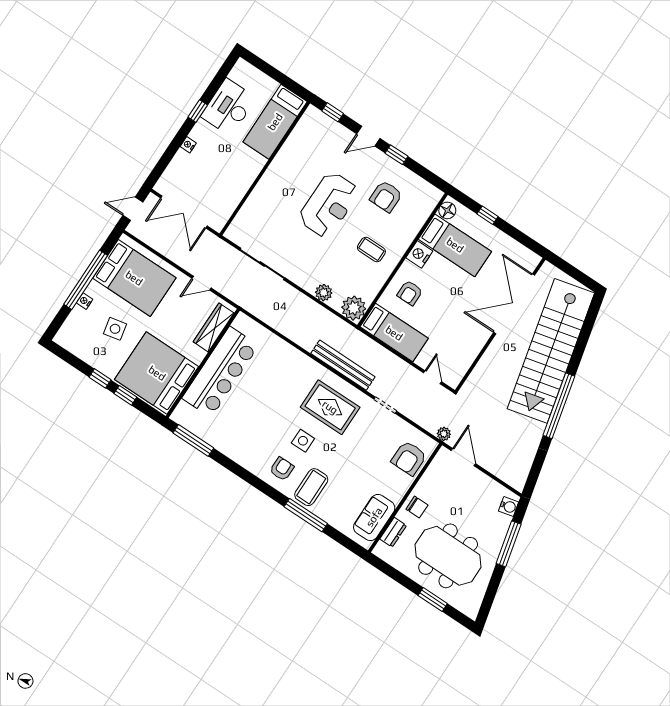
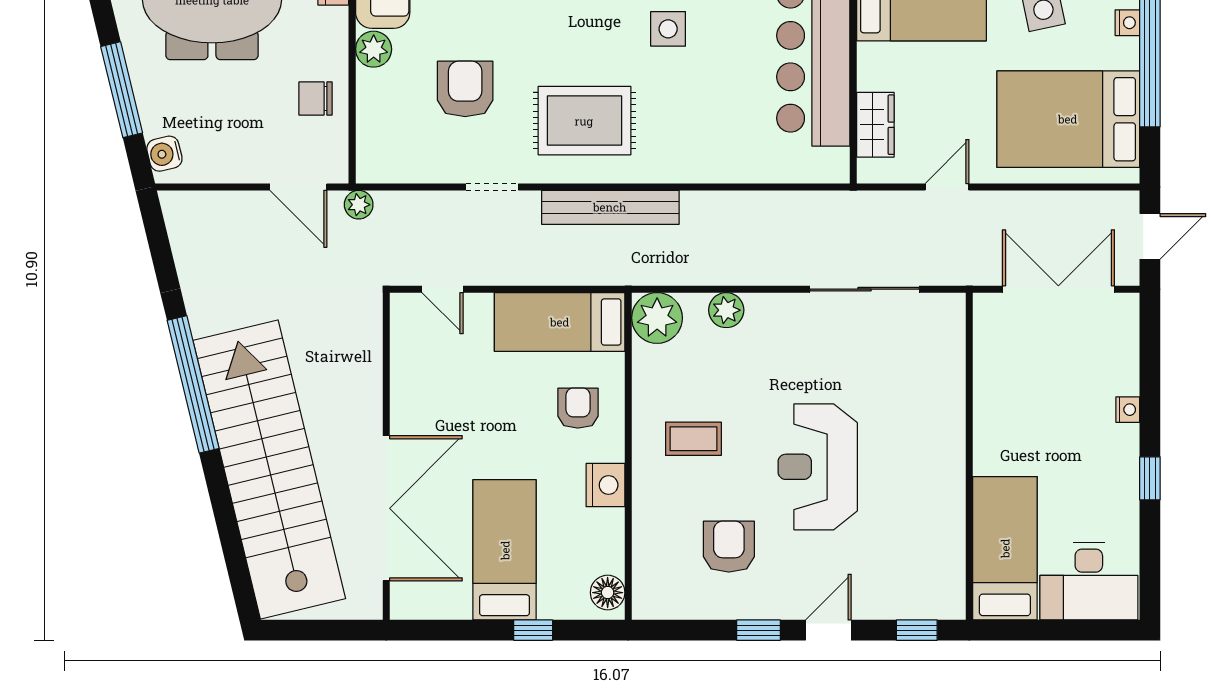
desk: (229, 107) -> (1089, 581), moved, turned 90
bed: (455, 245) -> (505, 550), moved, turned 90
wardrobe: (214, 327) -> (875, 125), width x0.67
side table: (303, 441) -> (668, 29), moved
armchair: (409, 458) -> (465, 89), moved
plant: (396, 493) -> (374, 49), added
chair: (417, 507) -> (316, 98), moved

